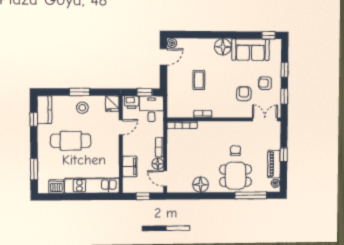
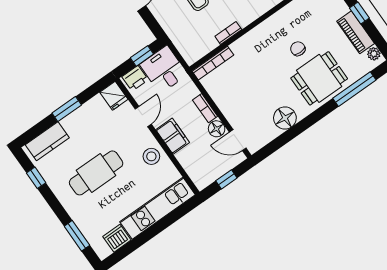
stool: (82, 108) -> (151, 156), moved
kitchen counter: (44, 110) -> (47, 141), moved, turned 90
filing cabinet: (130, 167) -> (173, 136), moved

